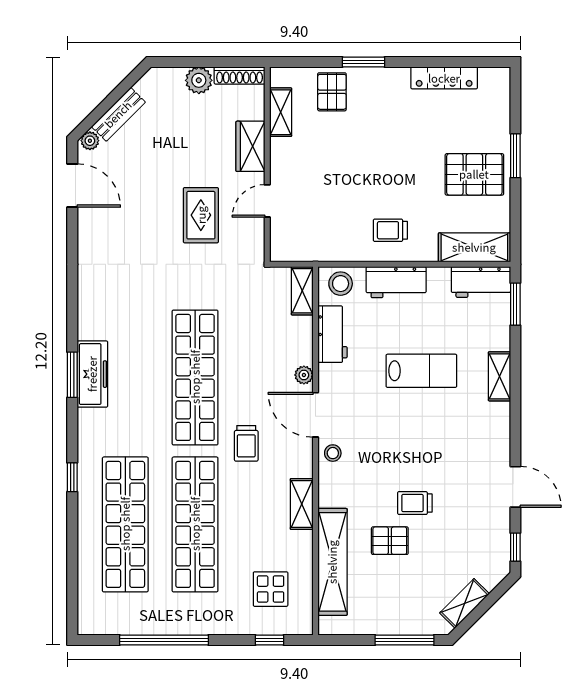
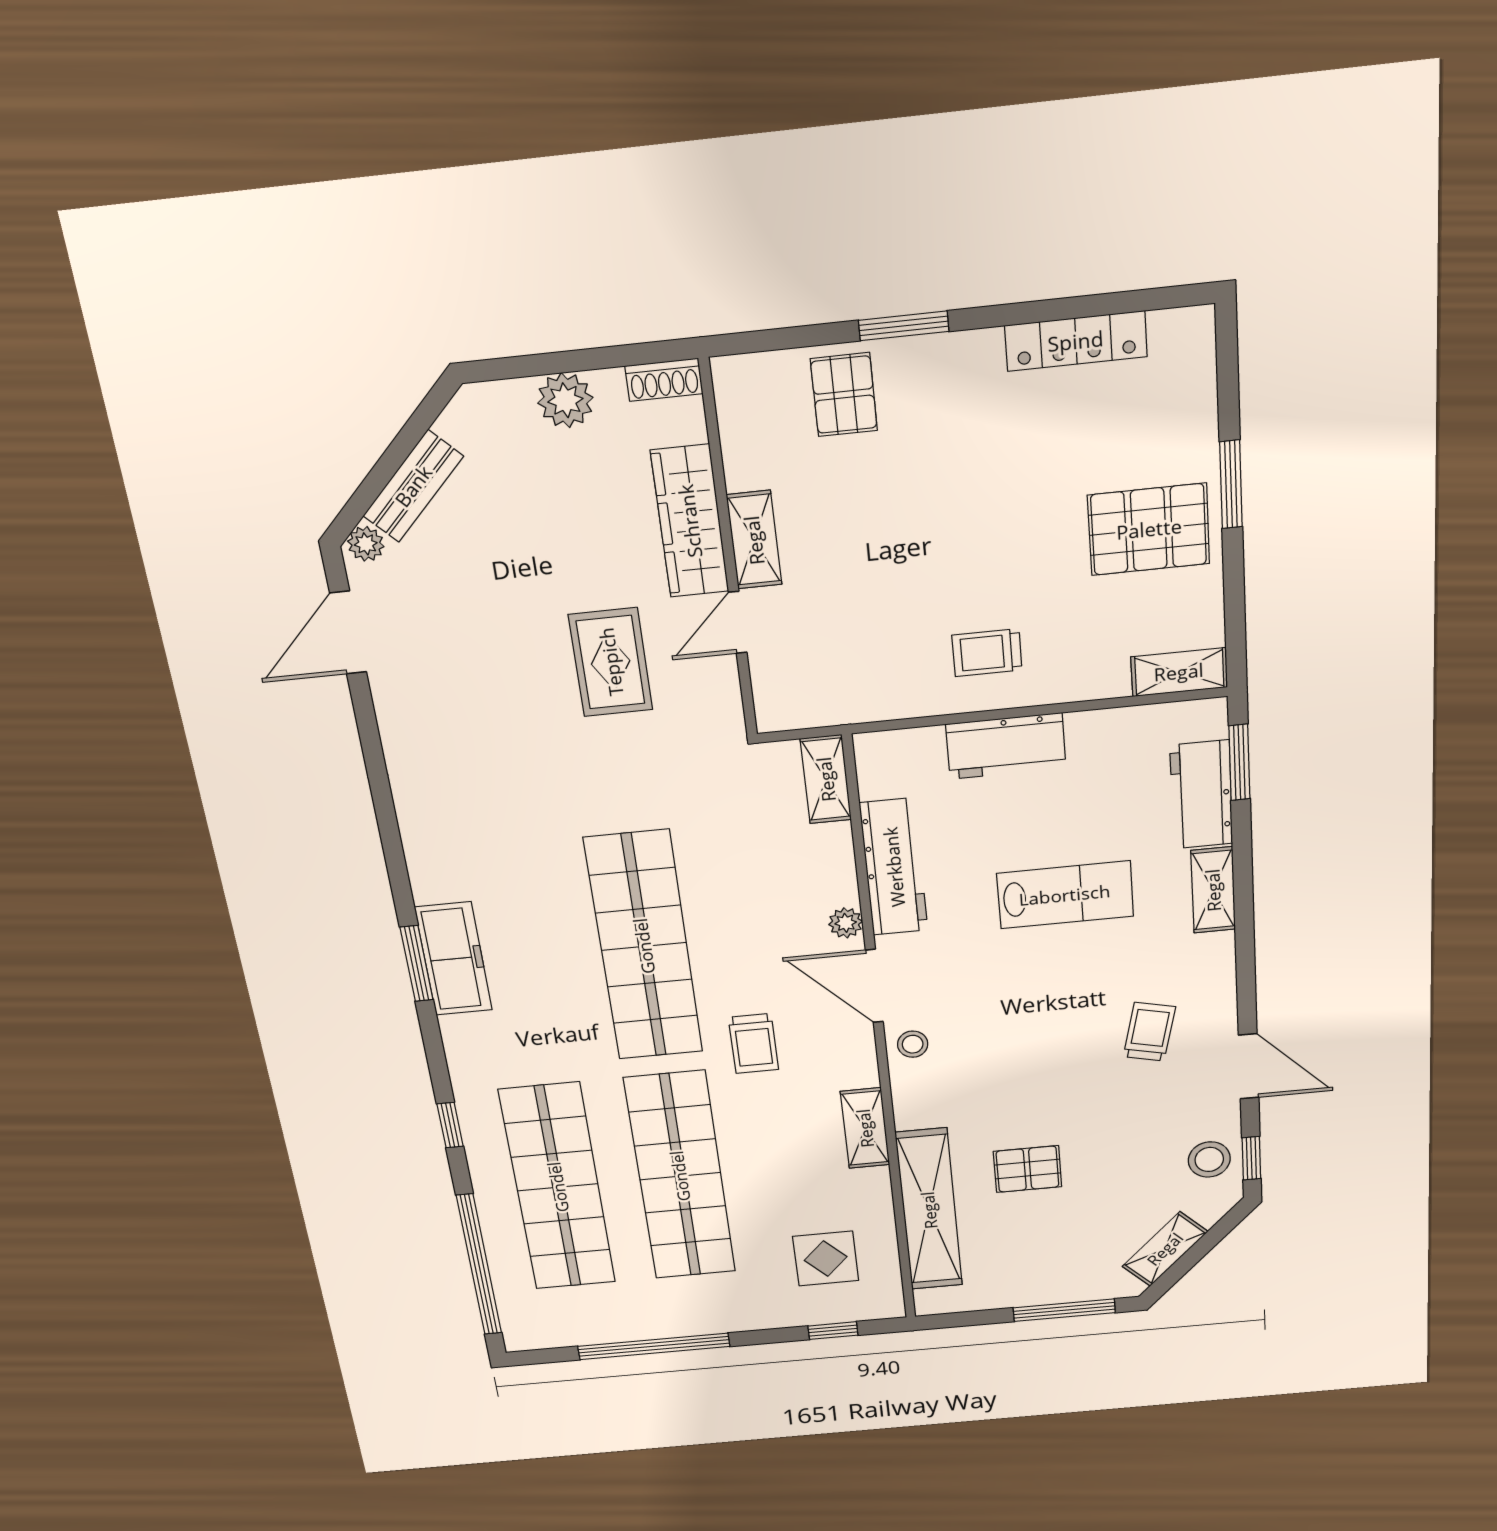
shoe rack: (240, 75) -> (664, 380), width x0.70
shelving: (281, 112) -> (754, 540), moved
wardrobe: (250, 146) -> (690, 521), width x1.50
door: (72, 185) -> (348, 633), swing flipped
shelving: (474, 247) -> (1179, 672), width x0.67, depth x0.75
workbench: (481, 282) -> (1201, 795), moved, turned 90
stool: (341, 284) -> (1209, 1159), moved
workbench: (332, 334) -> (894, 867), width x1.38
trolley: (415, 503) -> (1149, 1032), moved, turned 103
window: (72, 572) -> (479, 1265), added

